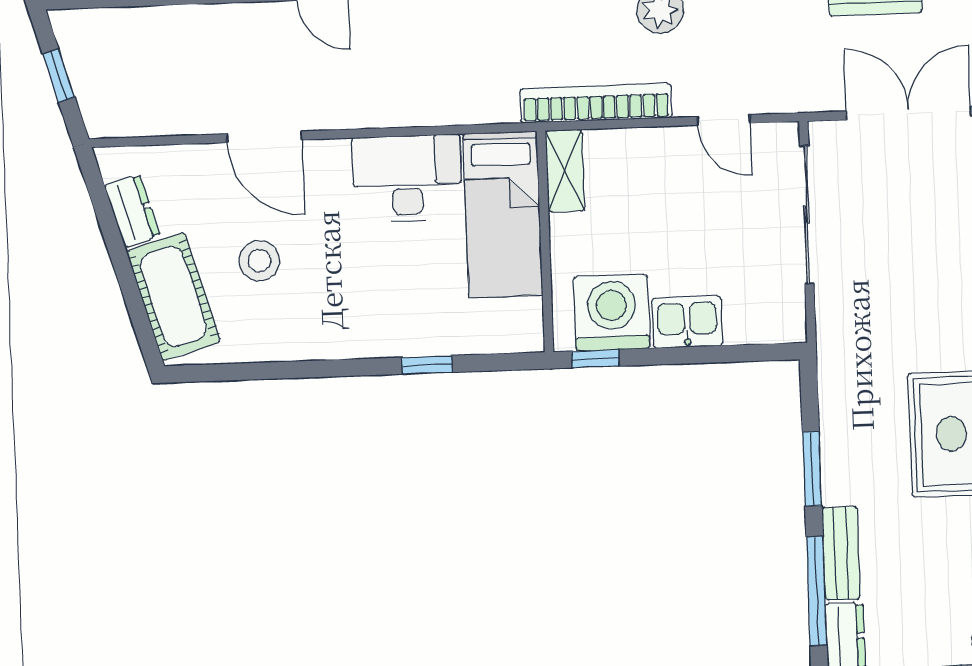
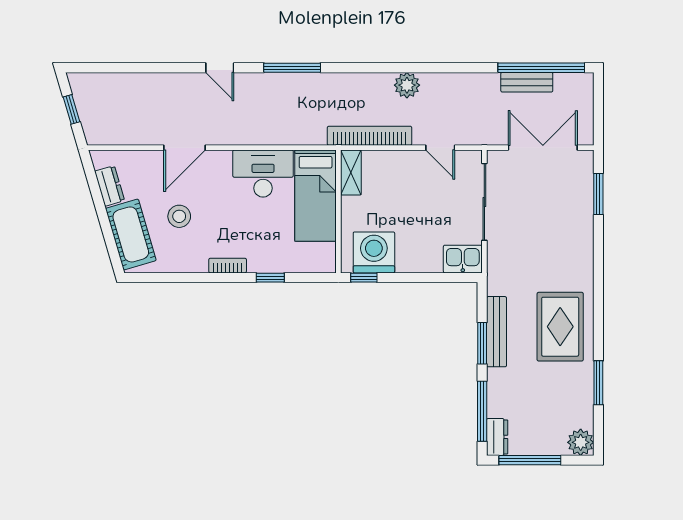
door: (264, 137) -> (185, 148), hinge flipped
kitchen sink: (687, 322) -> (463, 259), moved
bookcase: (350, 346) -> (228, 266), added
bench: (841, 553) -> (497, 332), moved, width x1.36

